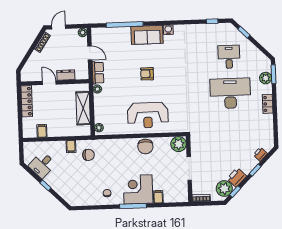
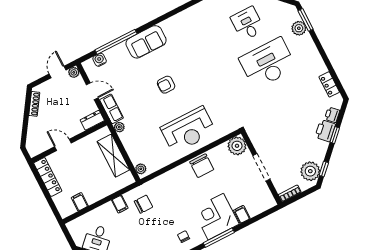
door: (59, 27) -> (58, 72), moved
water cooler: (168, 30) -> (100, 60), moved
dresser: (66, 75) -> (92, 120), moved
locker: (268, 104) -> (329, 84), moved
printer: (237, 177) -> (325, 131), moved

